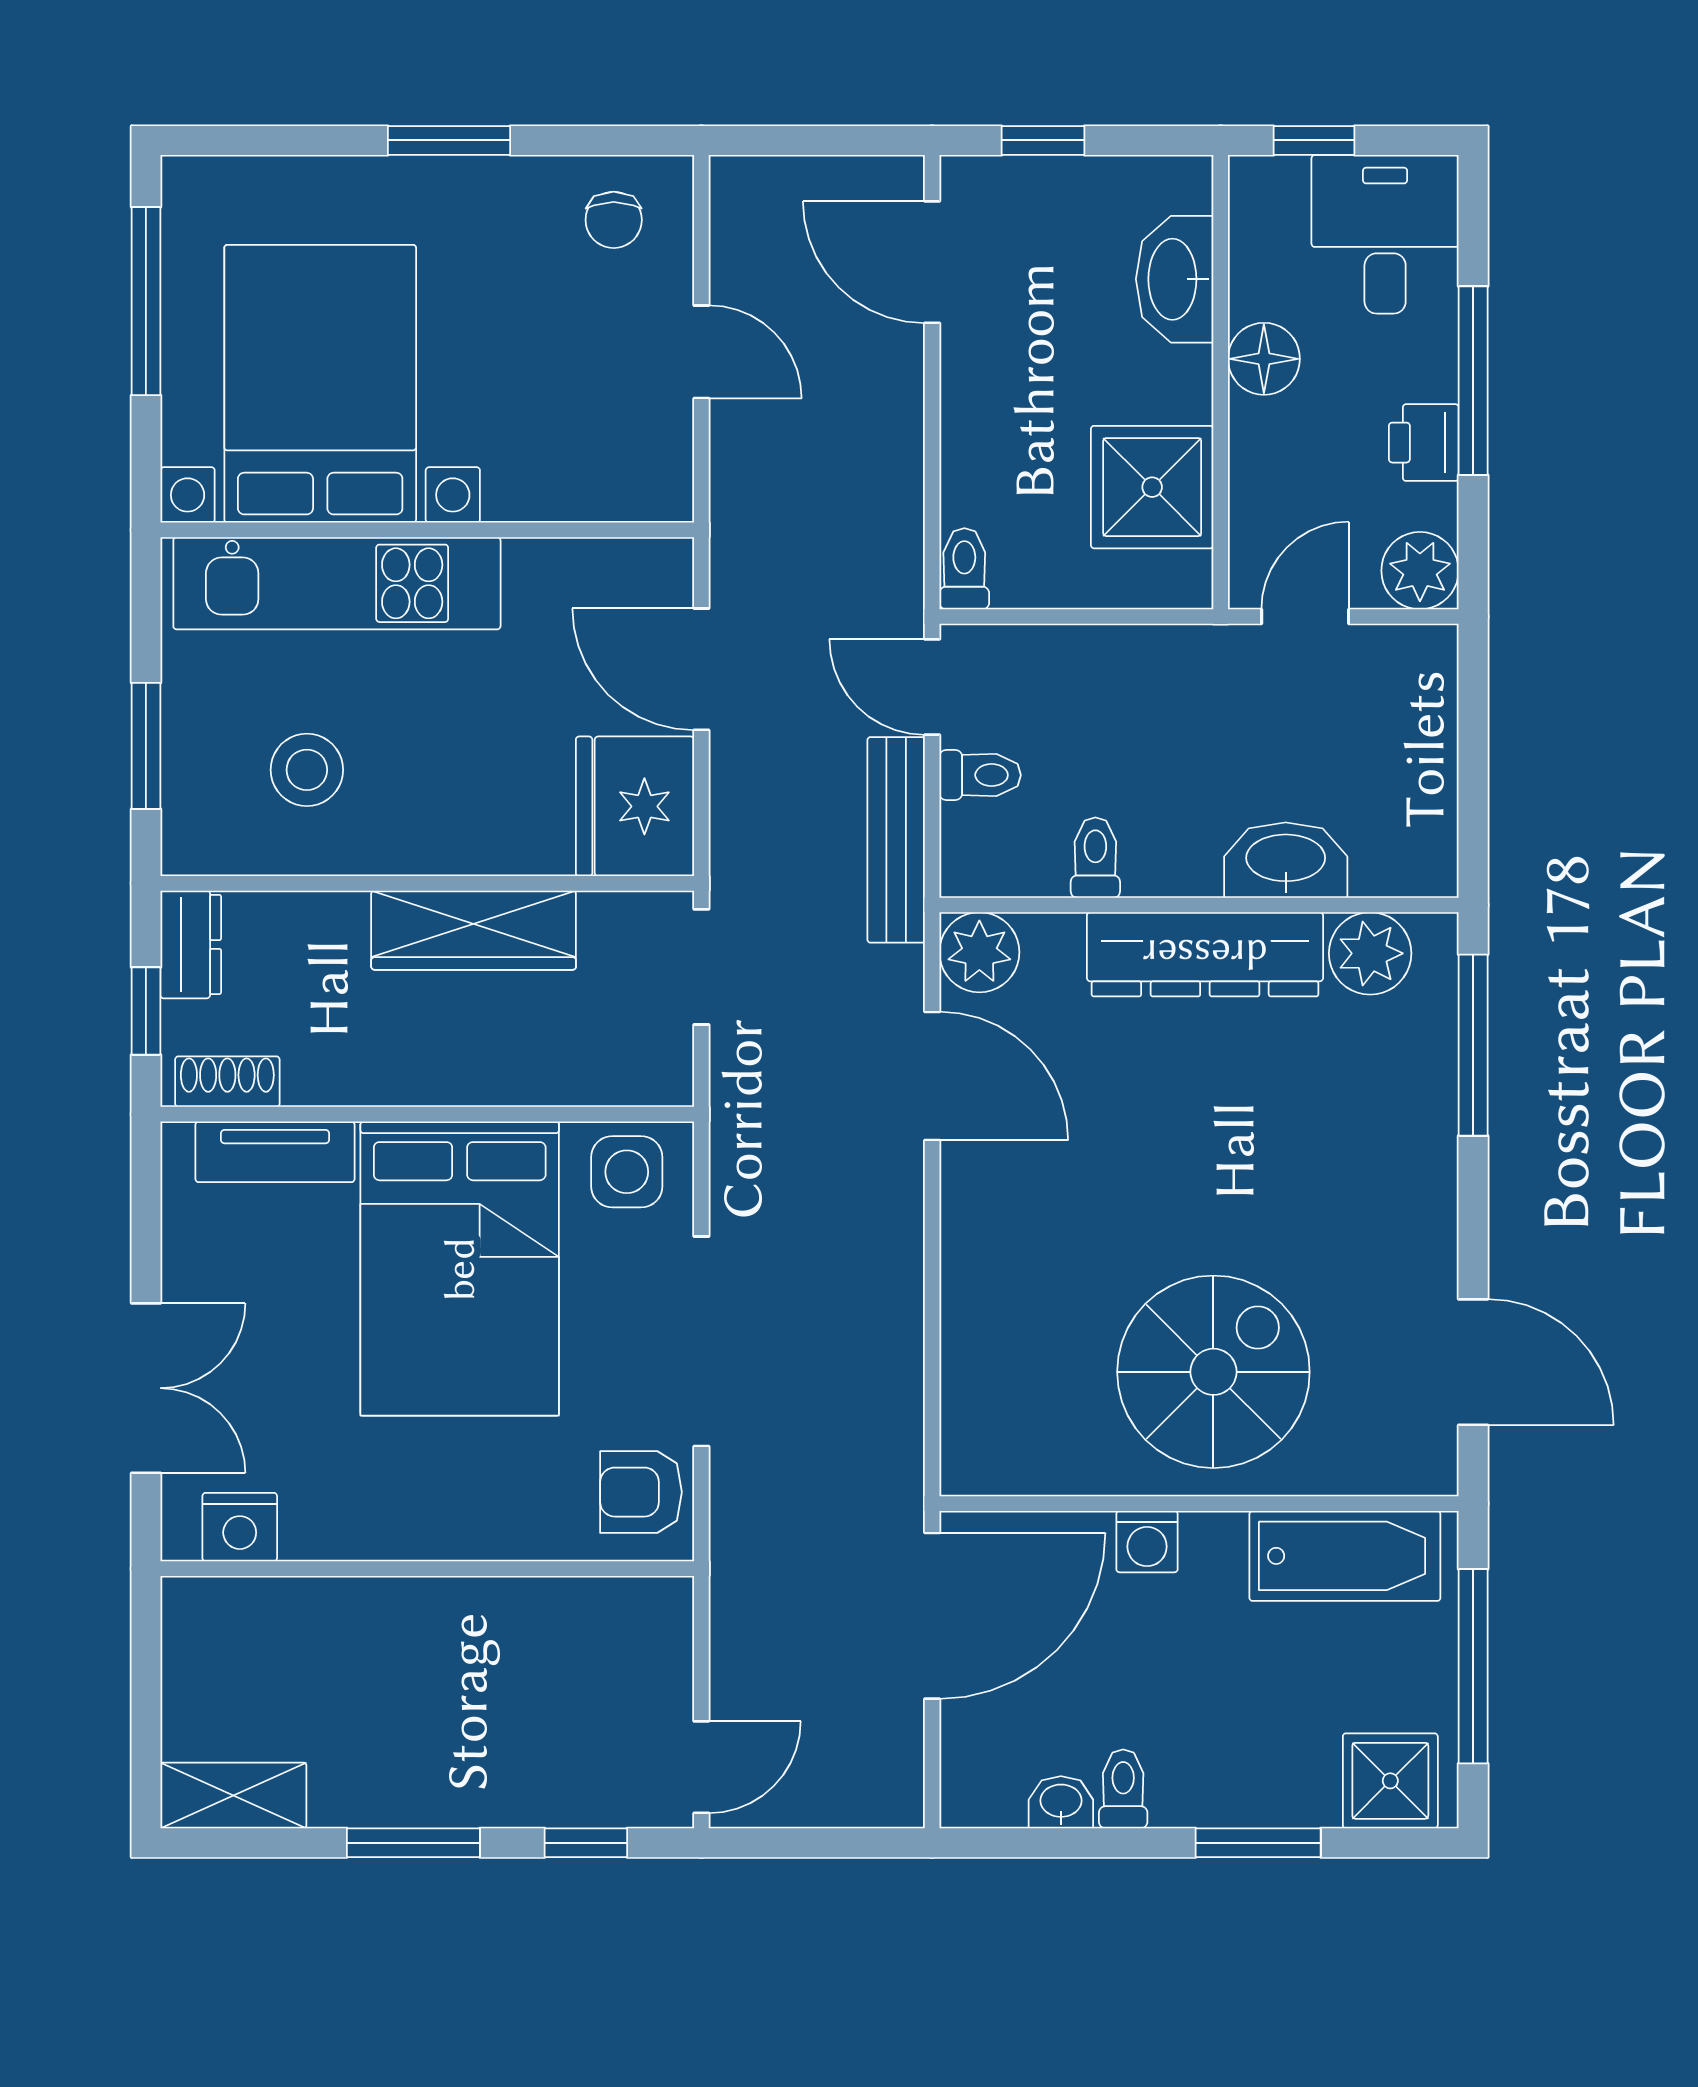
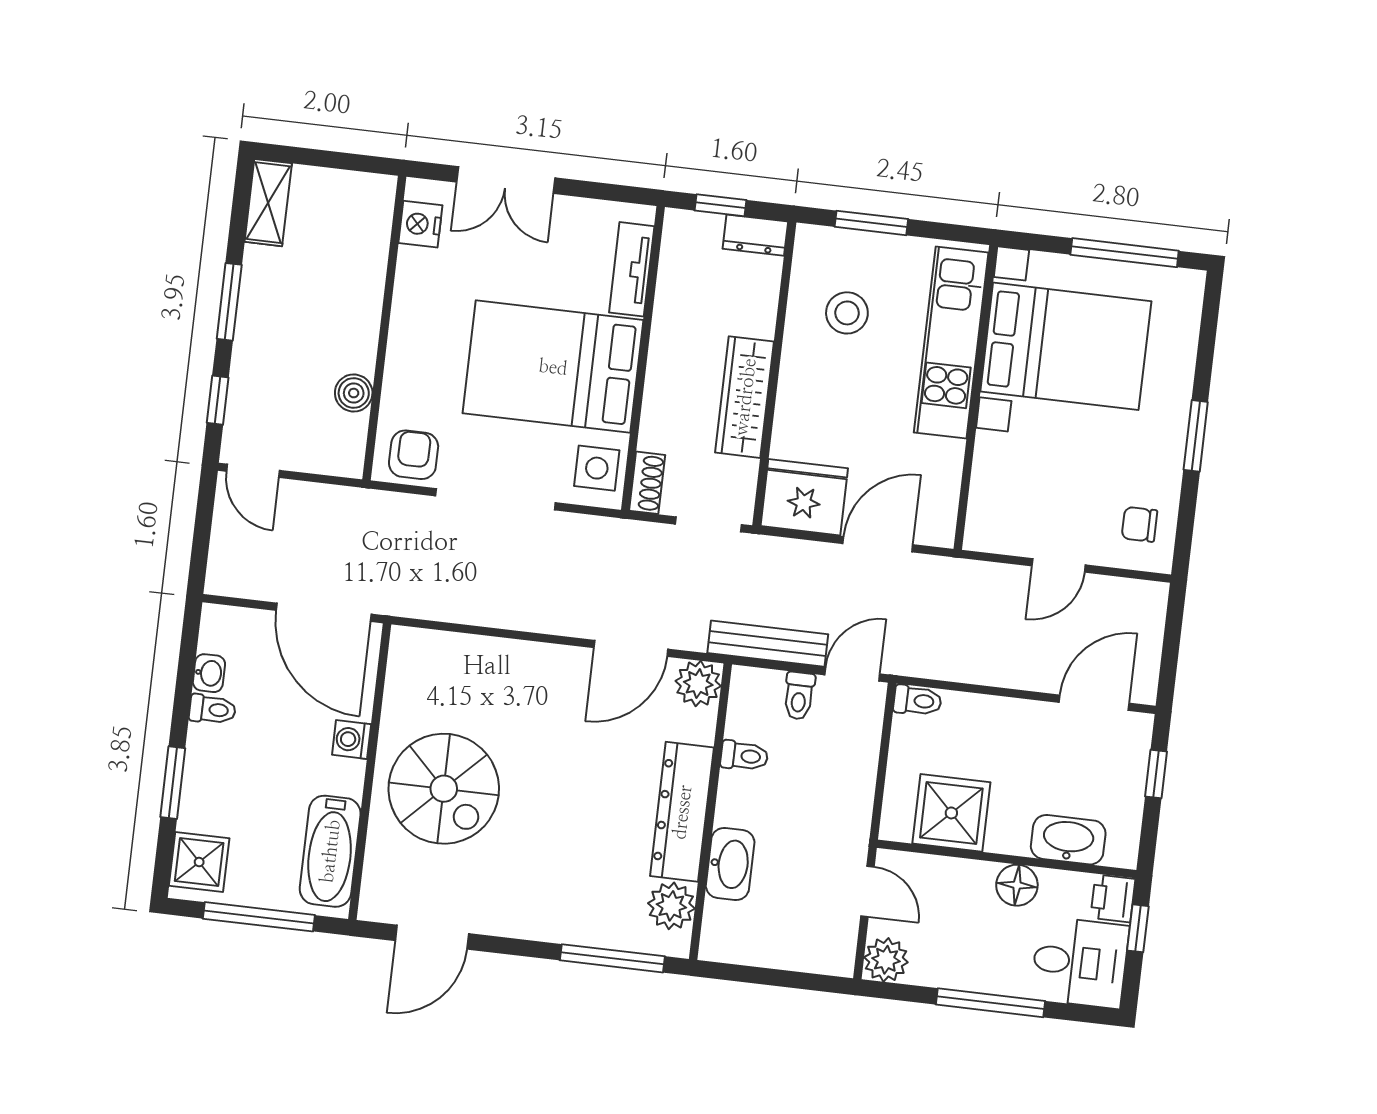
printer: (1424, 443) -> (1113, 898), moved, turned -90
shoe rack: (227, 1082) -> (647, 483), moved
boiler: (546, 1608) -> (354, 393), added

